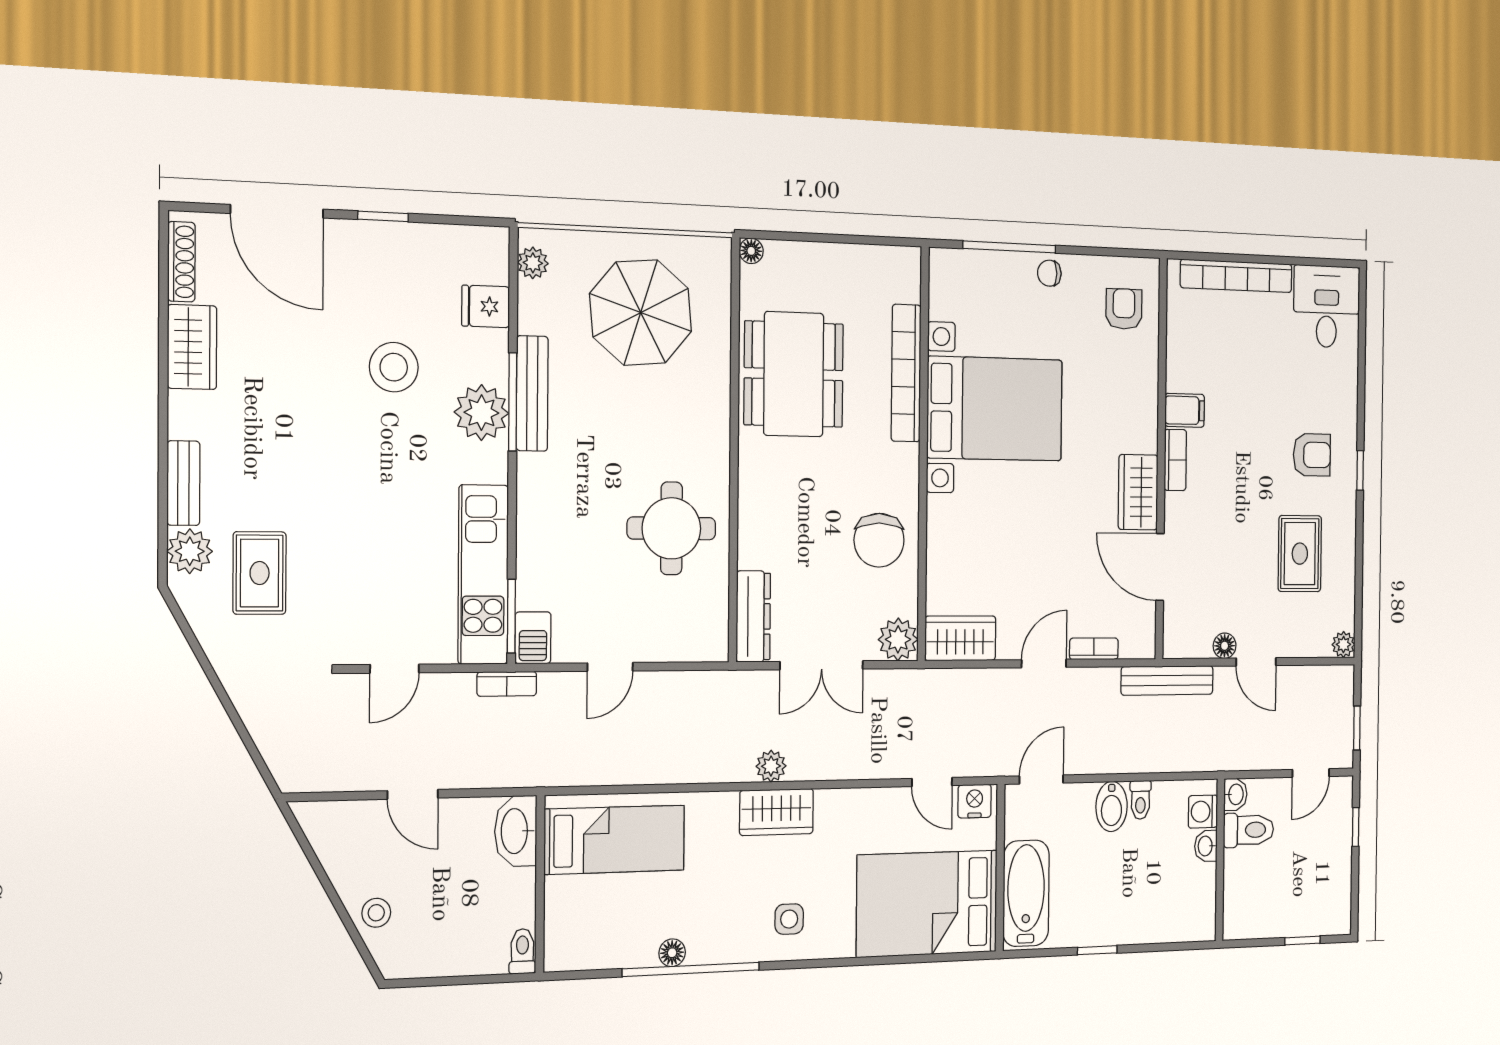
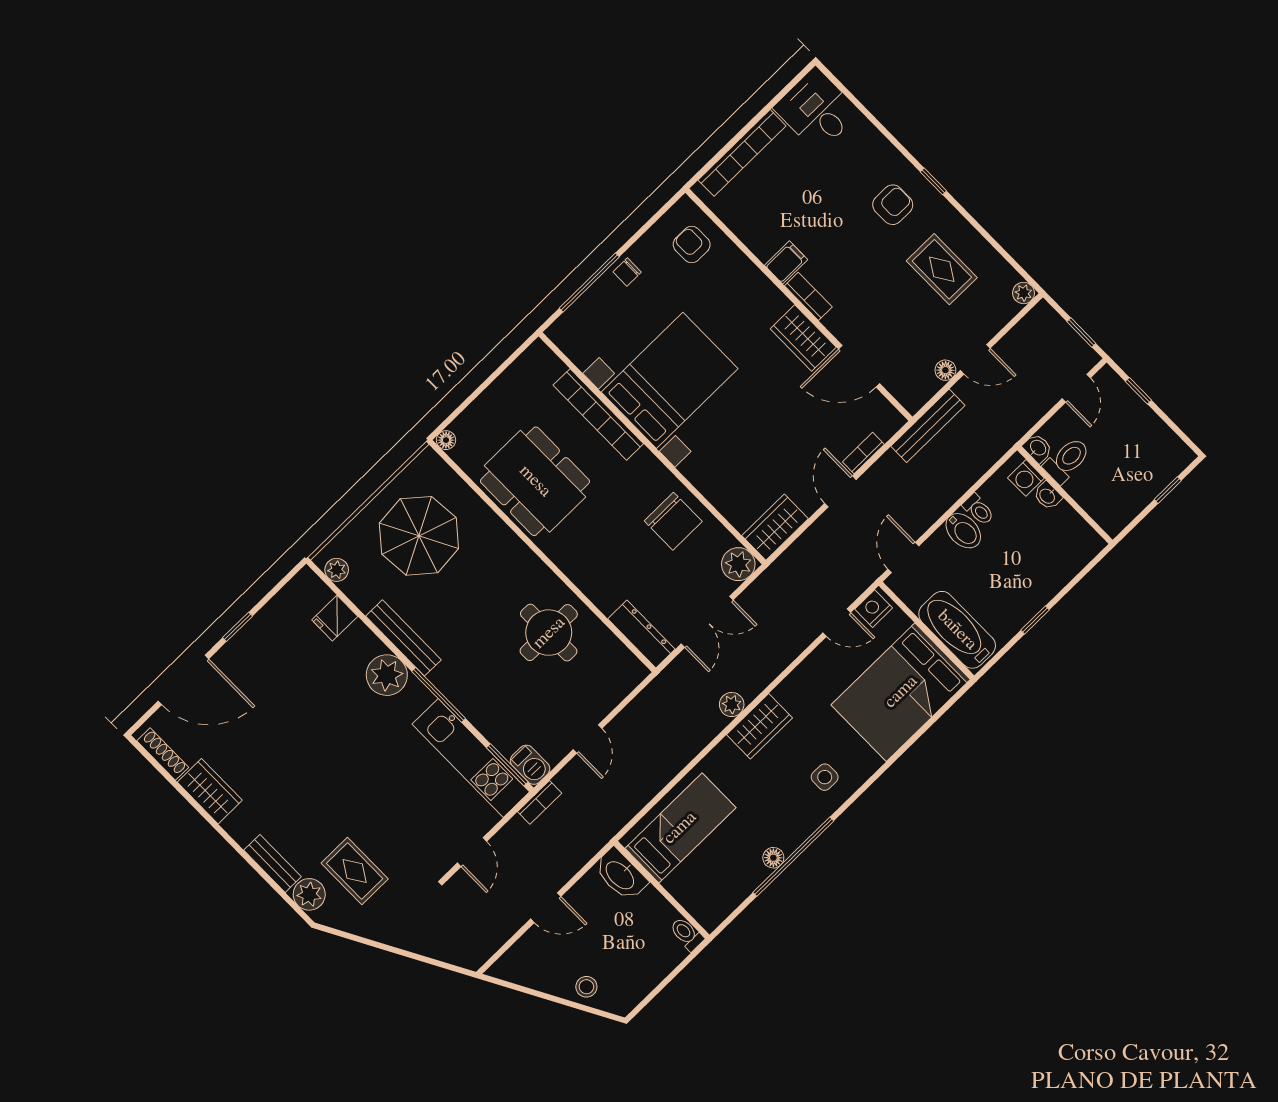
stool: (394, 367) -> (319, 698), removed
window: (513, 402) -> (439, 695), moved

